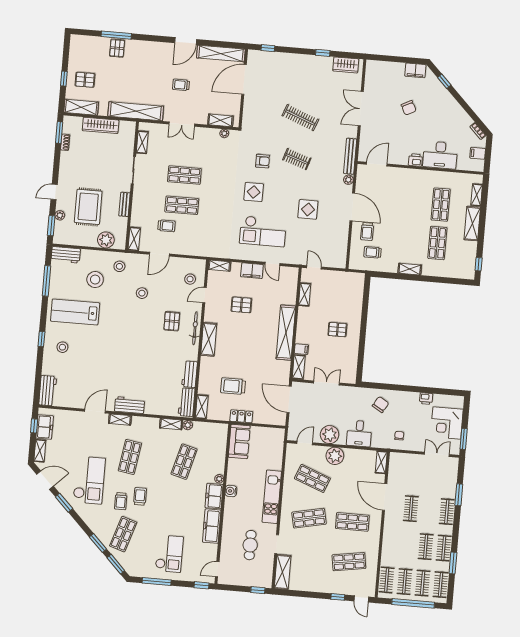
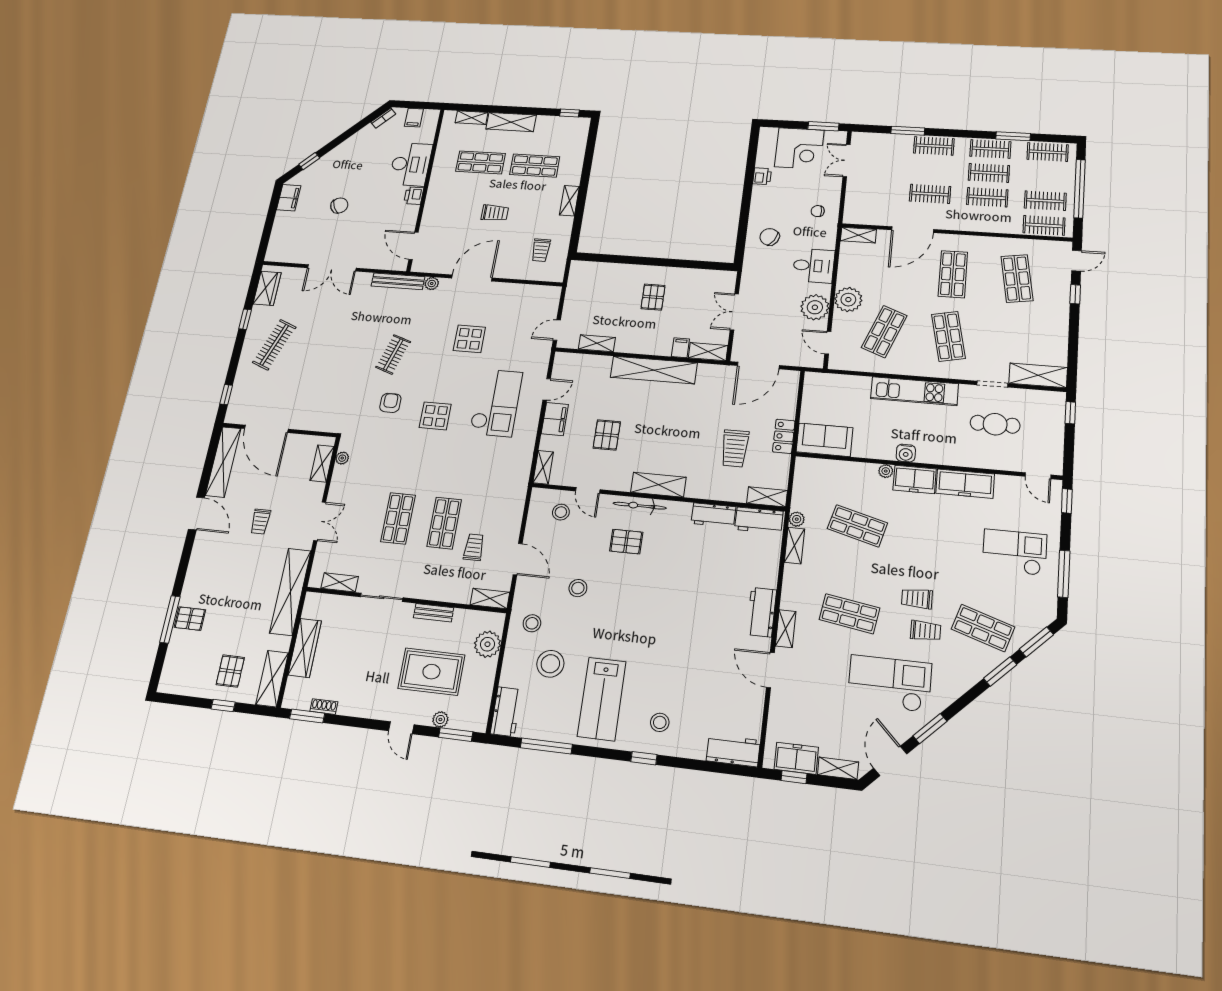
clothes rail: (300, 118) -> (274, 345), moved
trolley: (367, 231) -> (495, 213), moved
clothes rail: (423, 583) -> (987, 197), moved

